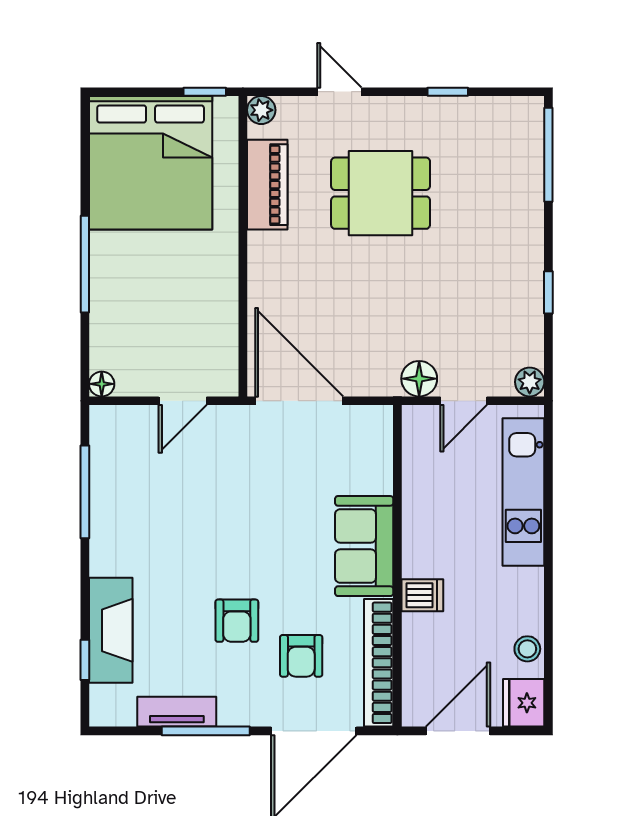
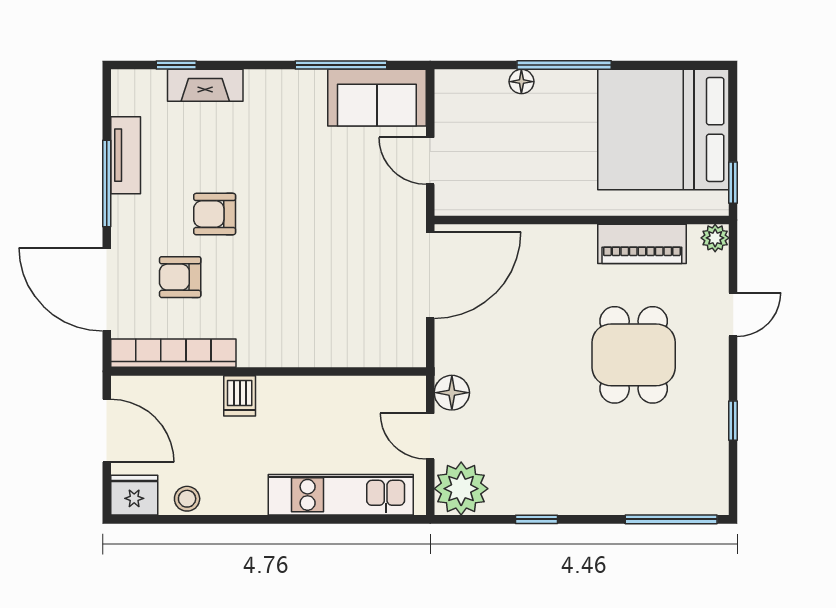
plant: (530, 382) -> (461, 489), width x1.87, depth x1.87
floor lamp: (102, 384) -> (521, 82), moved
sofa: (364, 546) -> (377, 98), moved, turned 180
fireplace: (111, 630) -> (205, 85), width x0.73, depth x0.76

